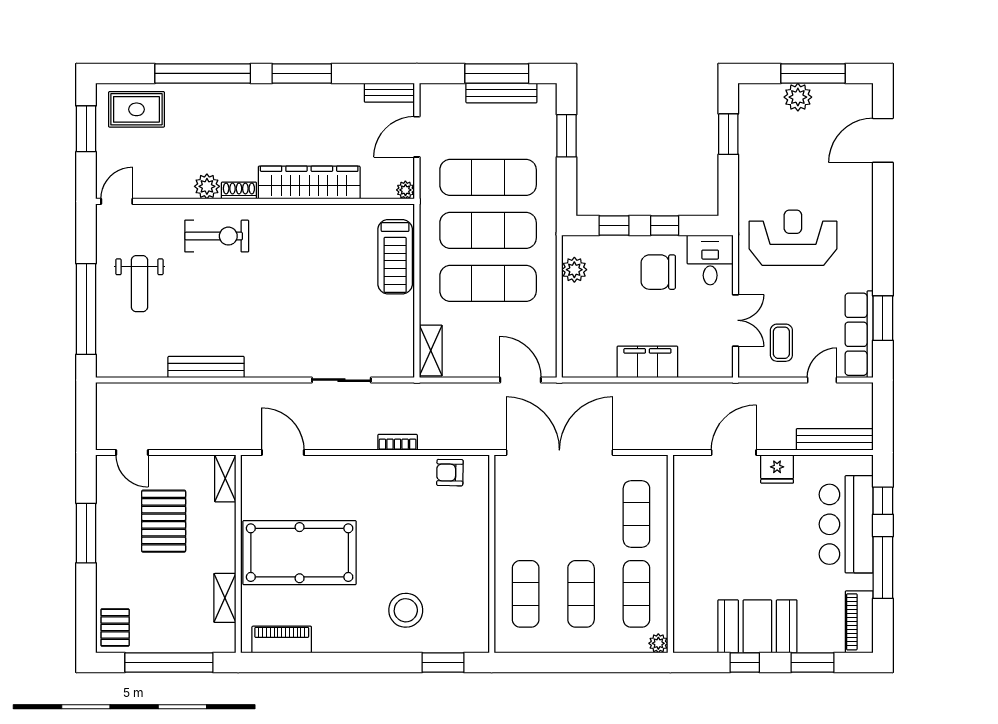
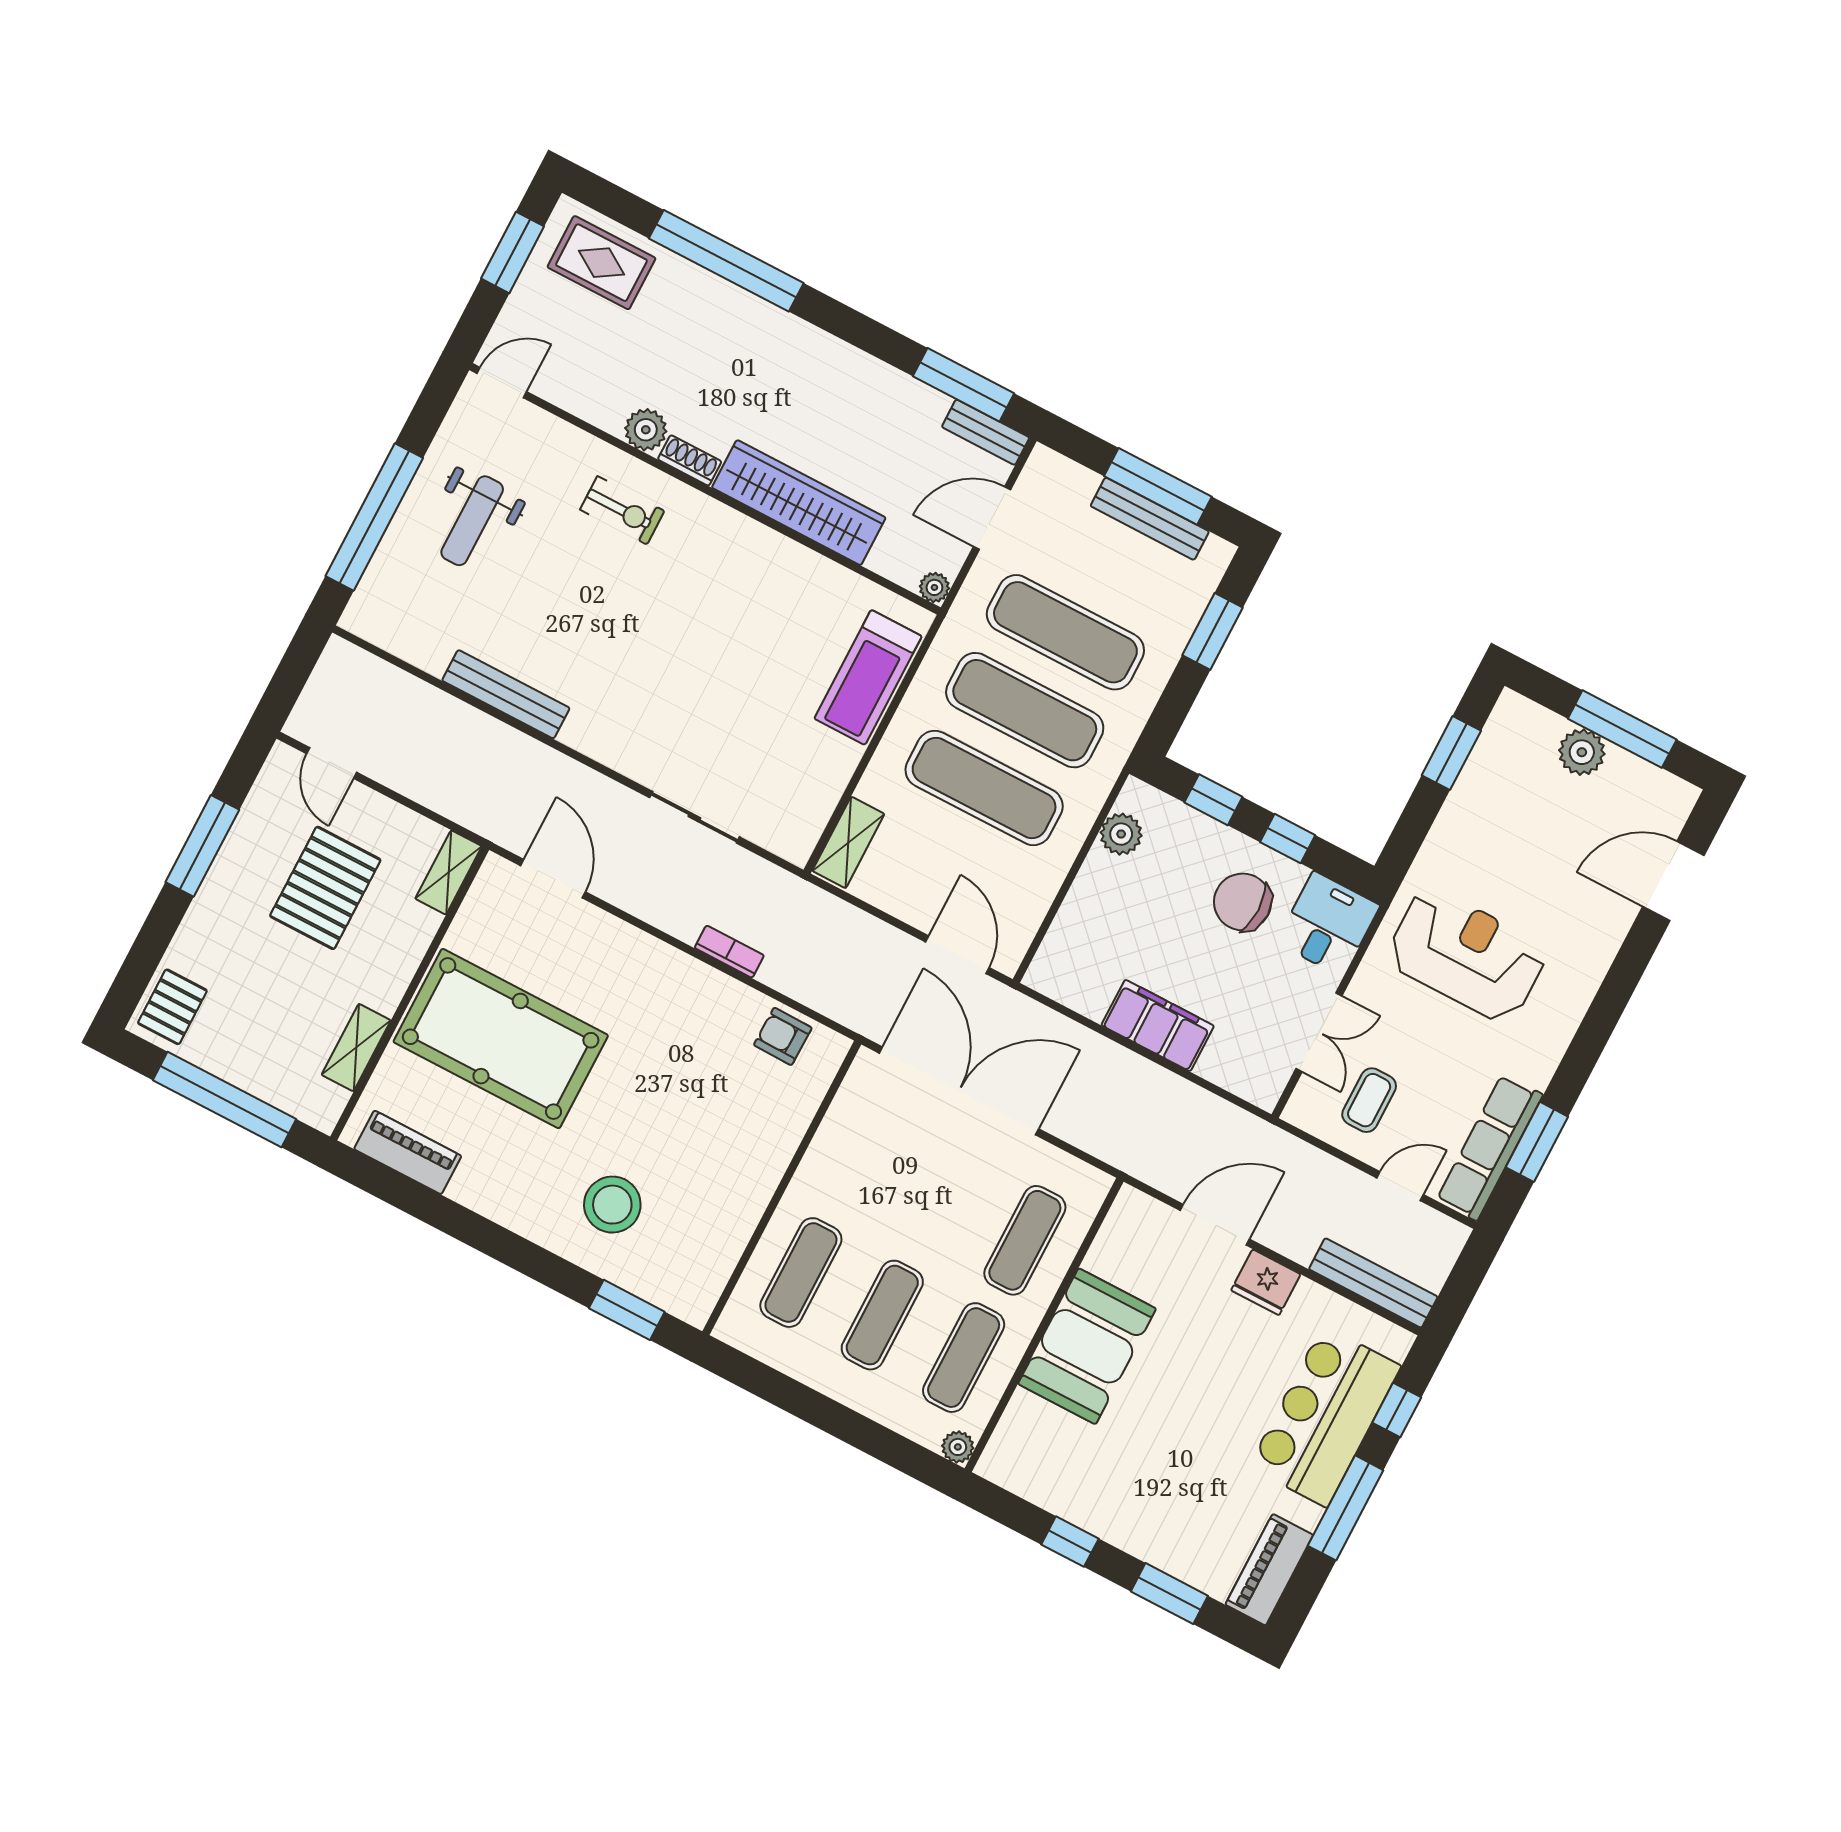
window: (302, 73) -> (964, 385), moved
exercise bike: (217, 236) -> (622, 510), width x0.73, depth x0.72
booth: (757, 626) -> (1087, 1346), moved, turned 90

